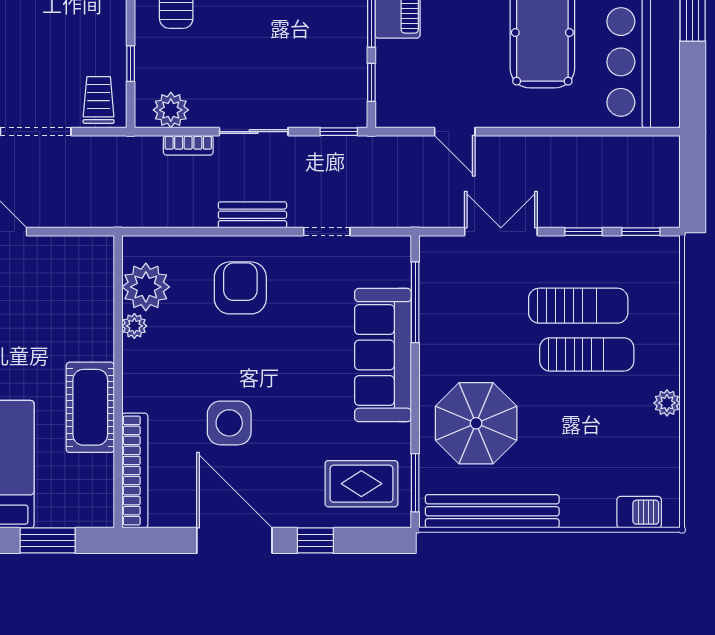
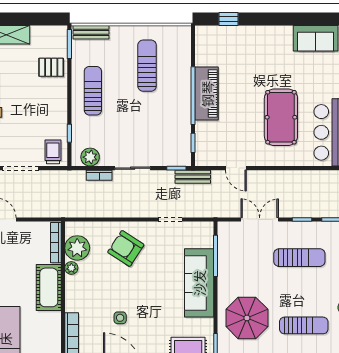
bench: (252, 215) -> (193, 177), moved
bookcase: (104, 277) -> (56, 243), added
armchair: (240, 288) -> (126, 248), turned -57
sun lounger: (587, 354) -> (304, 325), moved
cot: (90, 407) -> (49, 287), moved
side table: (229, 423) -> (120, 318), width x0.54, depth x0.54

